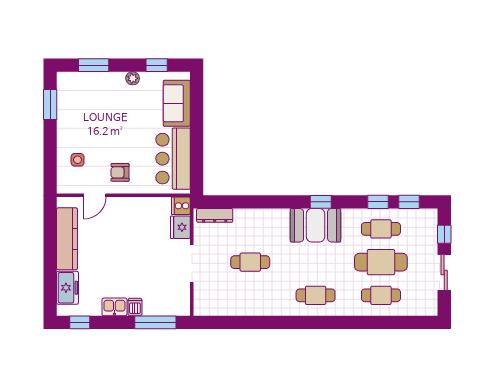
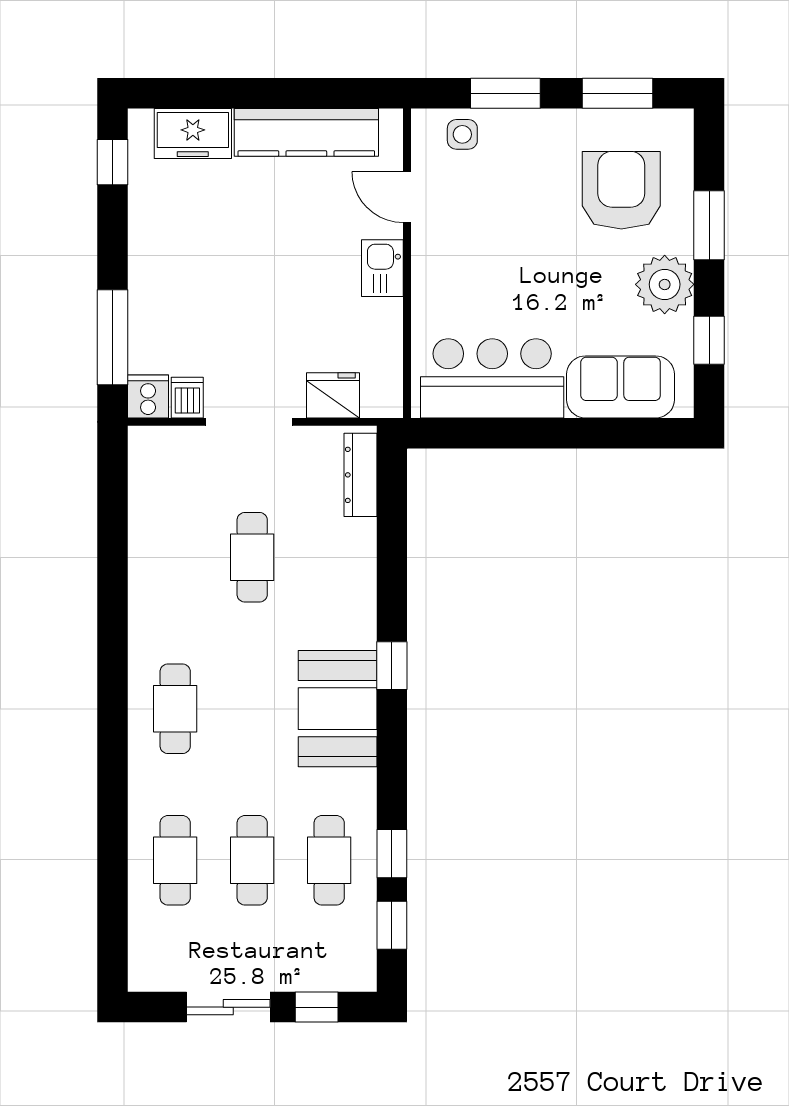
window: (94, 65) -> (709, 225), moved
plant: (133, 78) -> (665, 284), width x1.87, depth x1.87
window: (50, 153) -> (505, 93), added
side table: (78, 160) -> (462, 134), moved
armchair: (120, 172) -> (621, 190), moved, width x1.88, depth x1.88
window: (321, 202) -> (392, 666), moved
cooker: (181, 206) -> (148, 396), moved
cafe table: (381, 262) -> (252, 860), width x0.73, depth x0.74
kitchen sink: (114, 307) -> (382, 268), moved, turned 180
dishwasher: (135, 307) -> (187, 398), moved, turned -90

